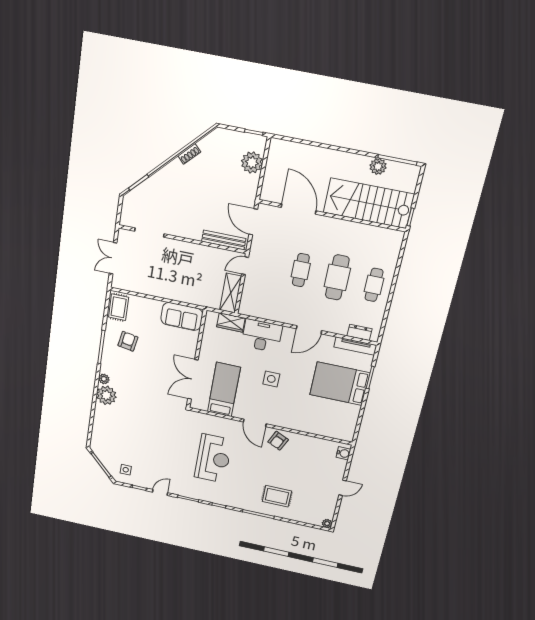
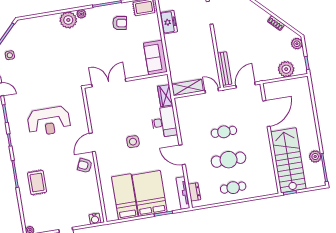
plant: (224, 136) -> (297, 44), added
freezer: (145, 286) -> (169, 22), added
bed: (224, 390) -> (125, 197), moved, turned -90

